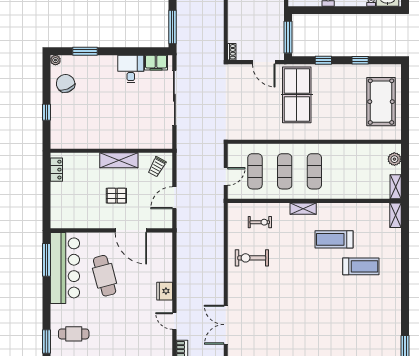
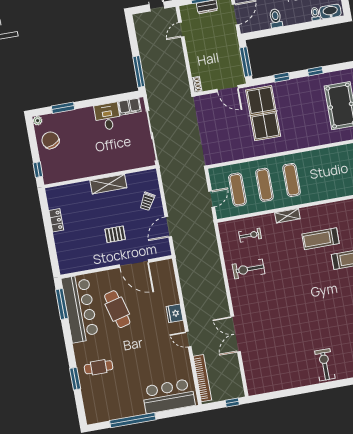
wall: (111, 151) -> (100, 177), moved
shelving: (119, 160) -> (108, 184), moved

